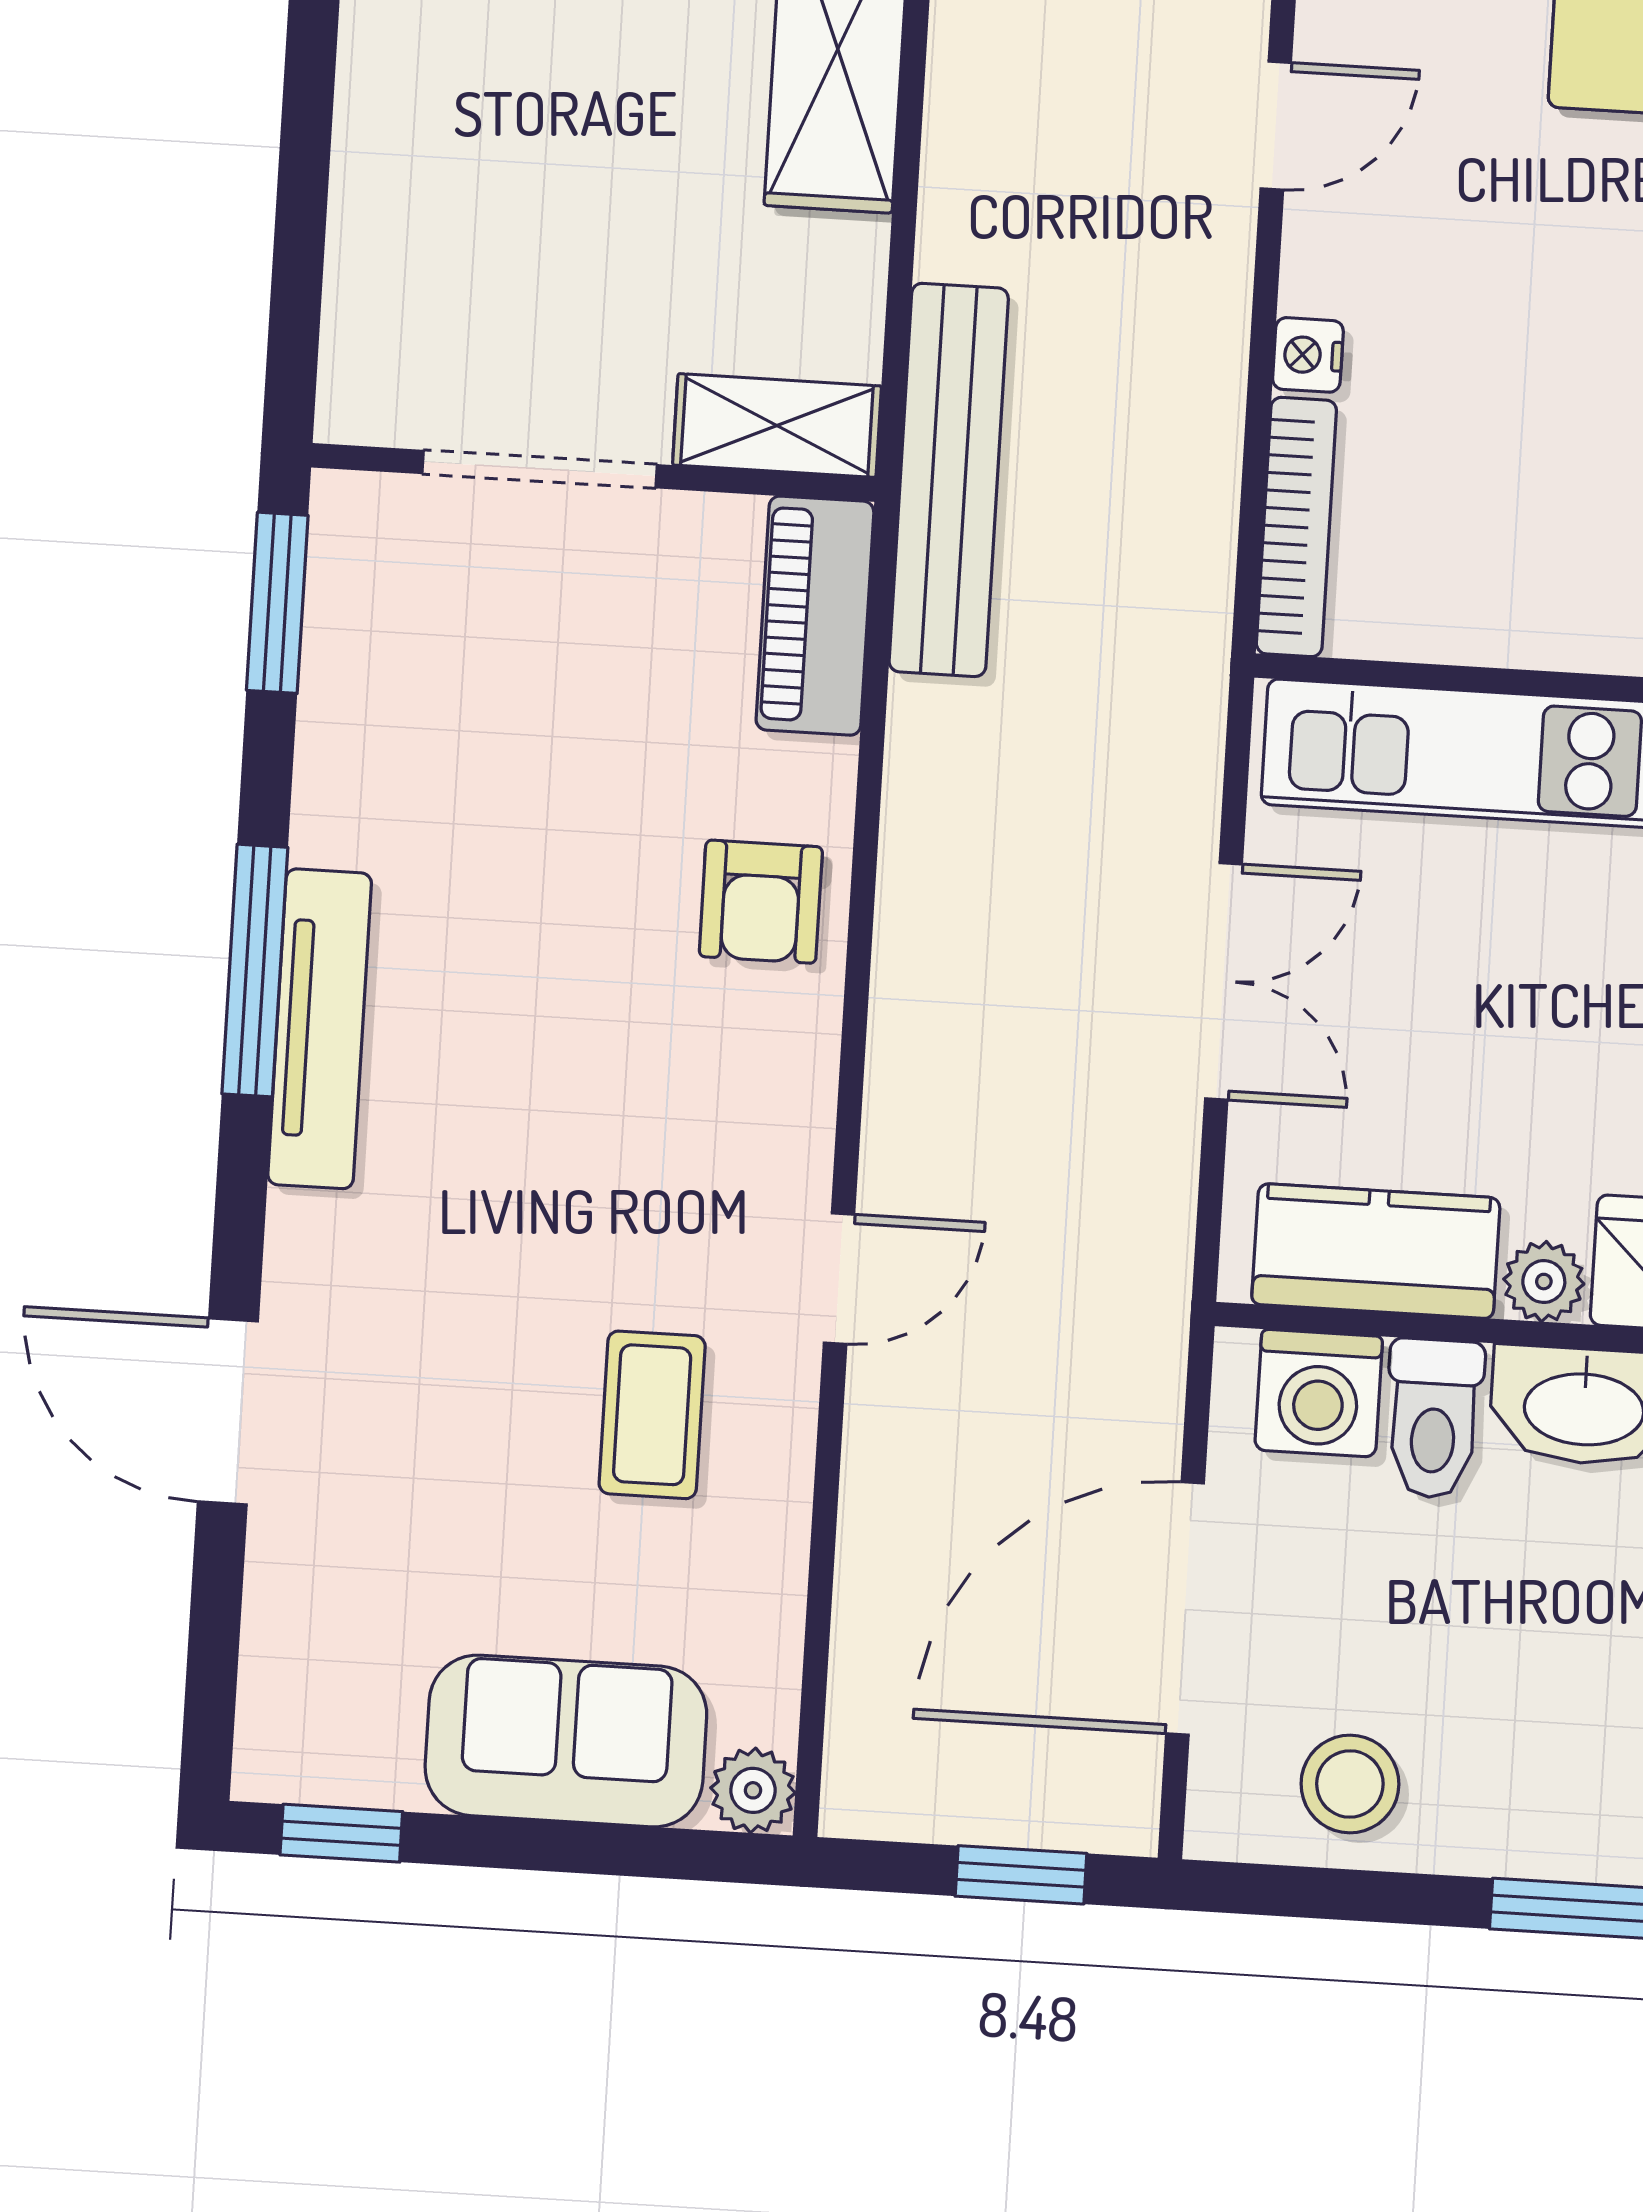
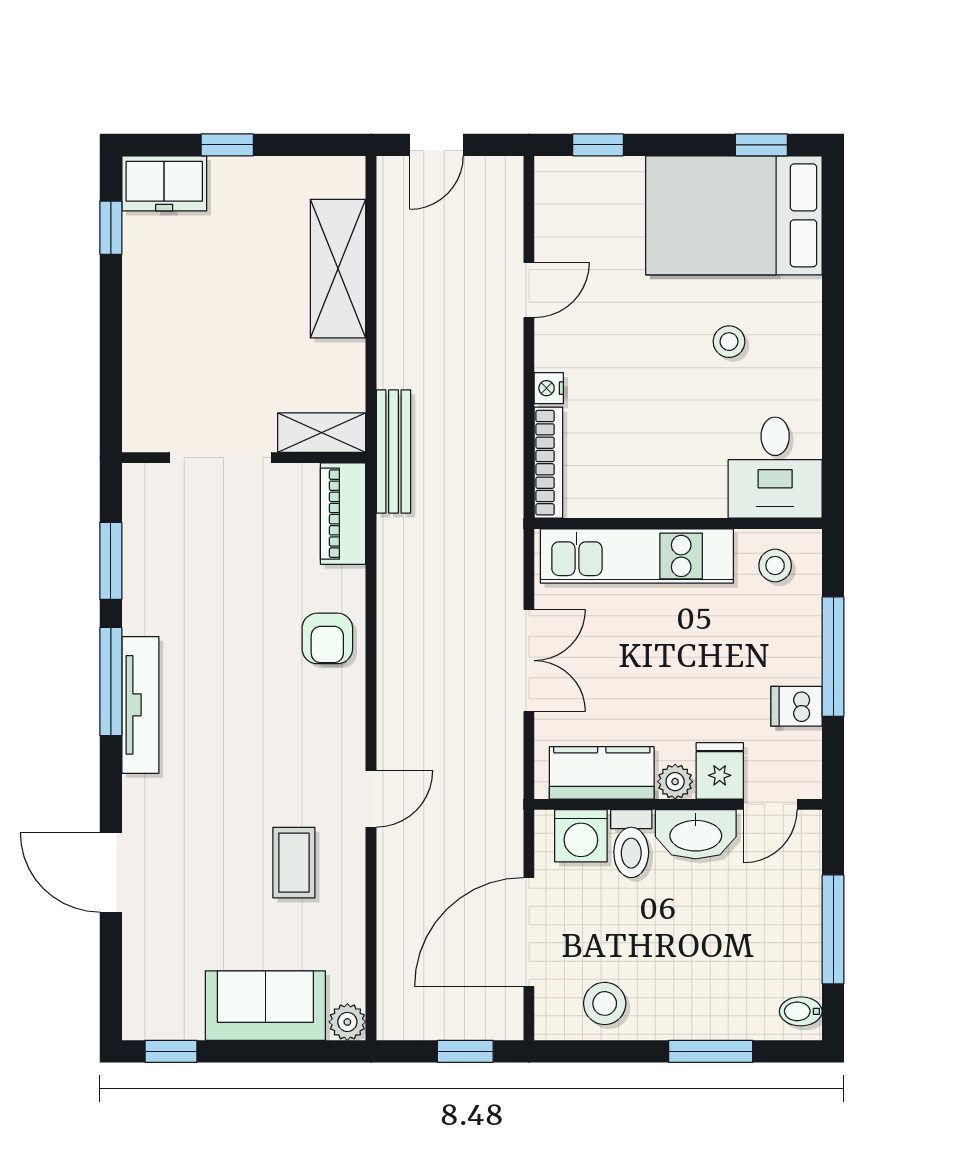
bench: (949, 480) -> (394, 452), width x0.73, depth x0.82
window: (277, 603) -> (111, 561), moved

